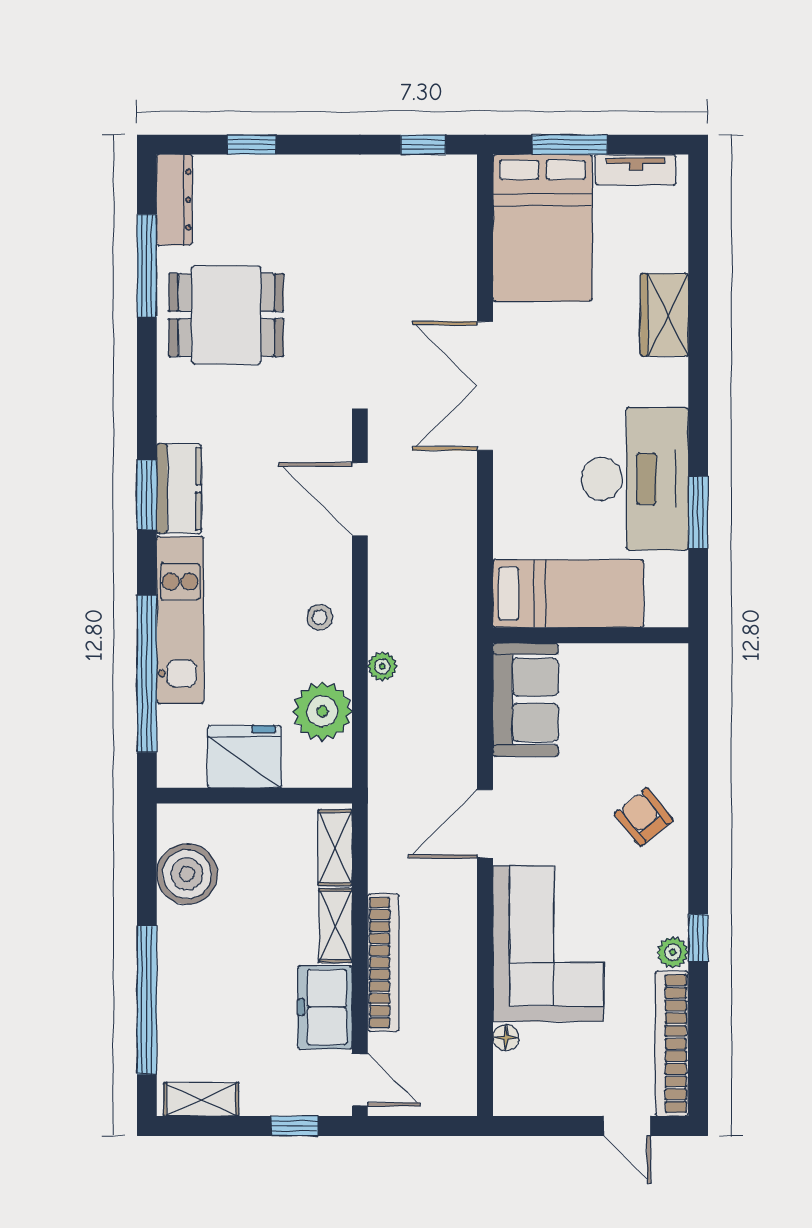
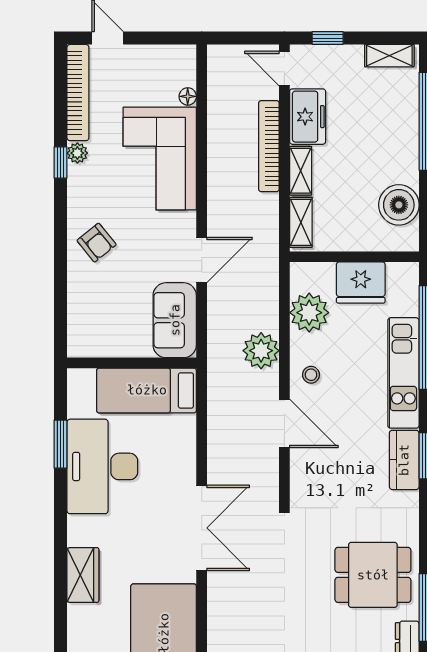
door: (360, 499) -> (284, 423), moved
plant: (382, 666) -> (261, 351), width x1.88, depth x1.88
door: (485, 824) -> (202, 260), moved

